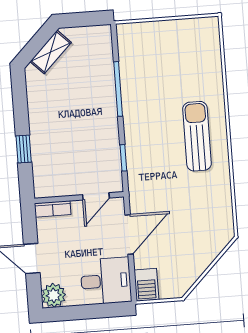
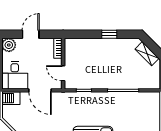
window: (24, 149) -> (109, 34), moved

